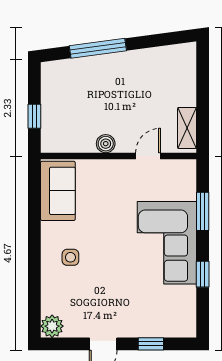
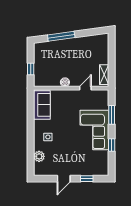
plant: (52, 326) -> (39, 156), moved

